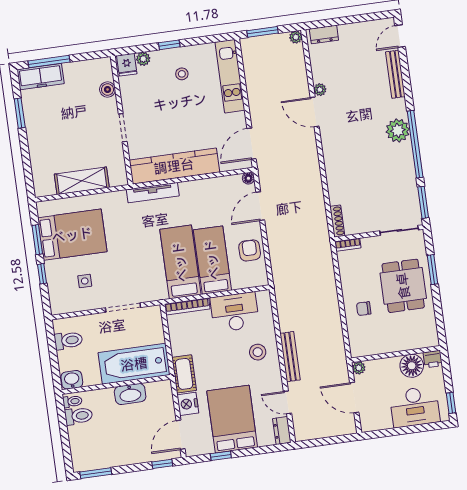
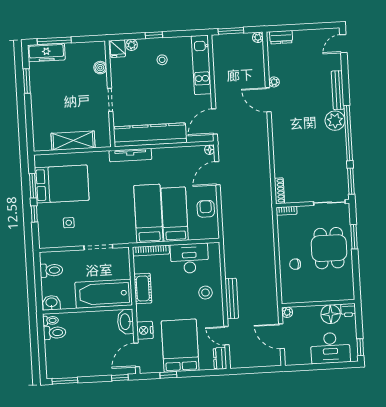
bench: (395, 74) -> (338, 90), moved
cot: (184, 374) -> (143, 289), moved
washbasin: (130, 394) -> (126, 322), moved, turned 90

